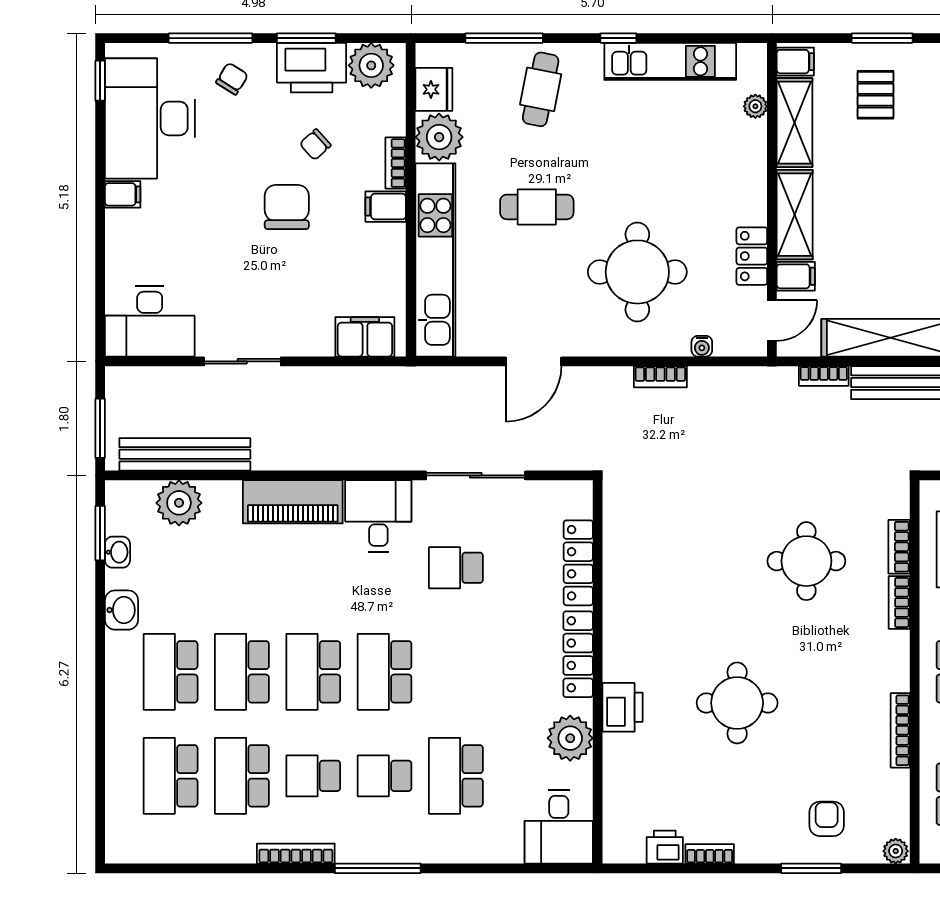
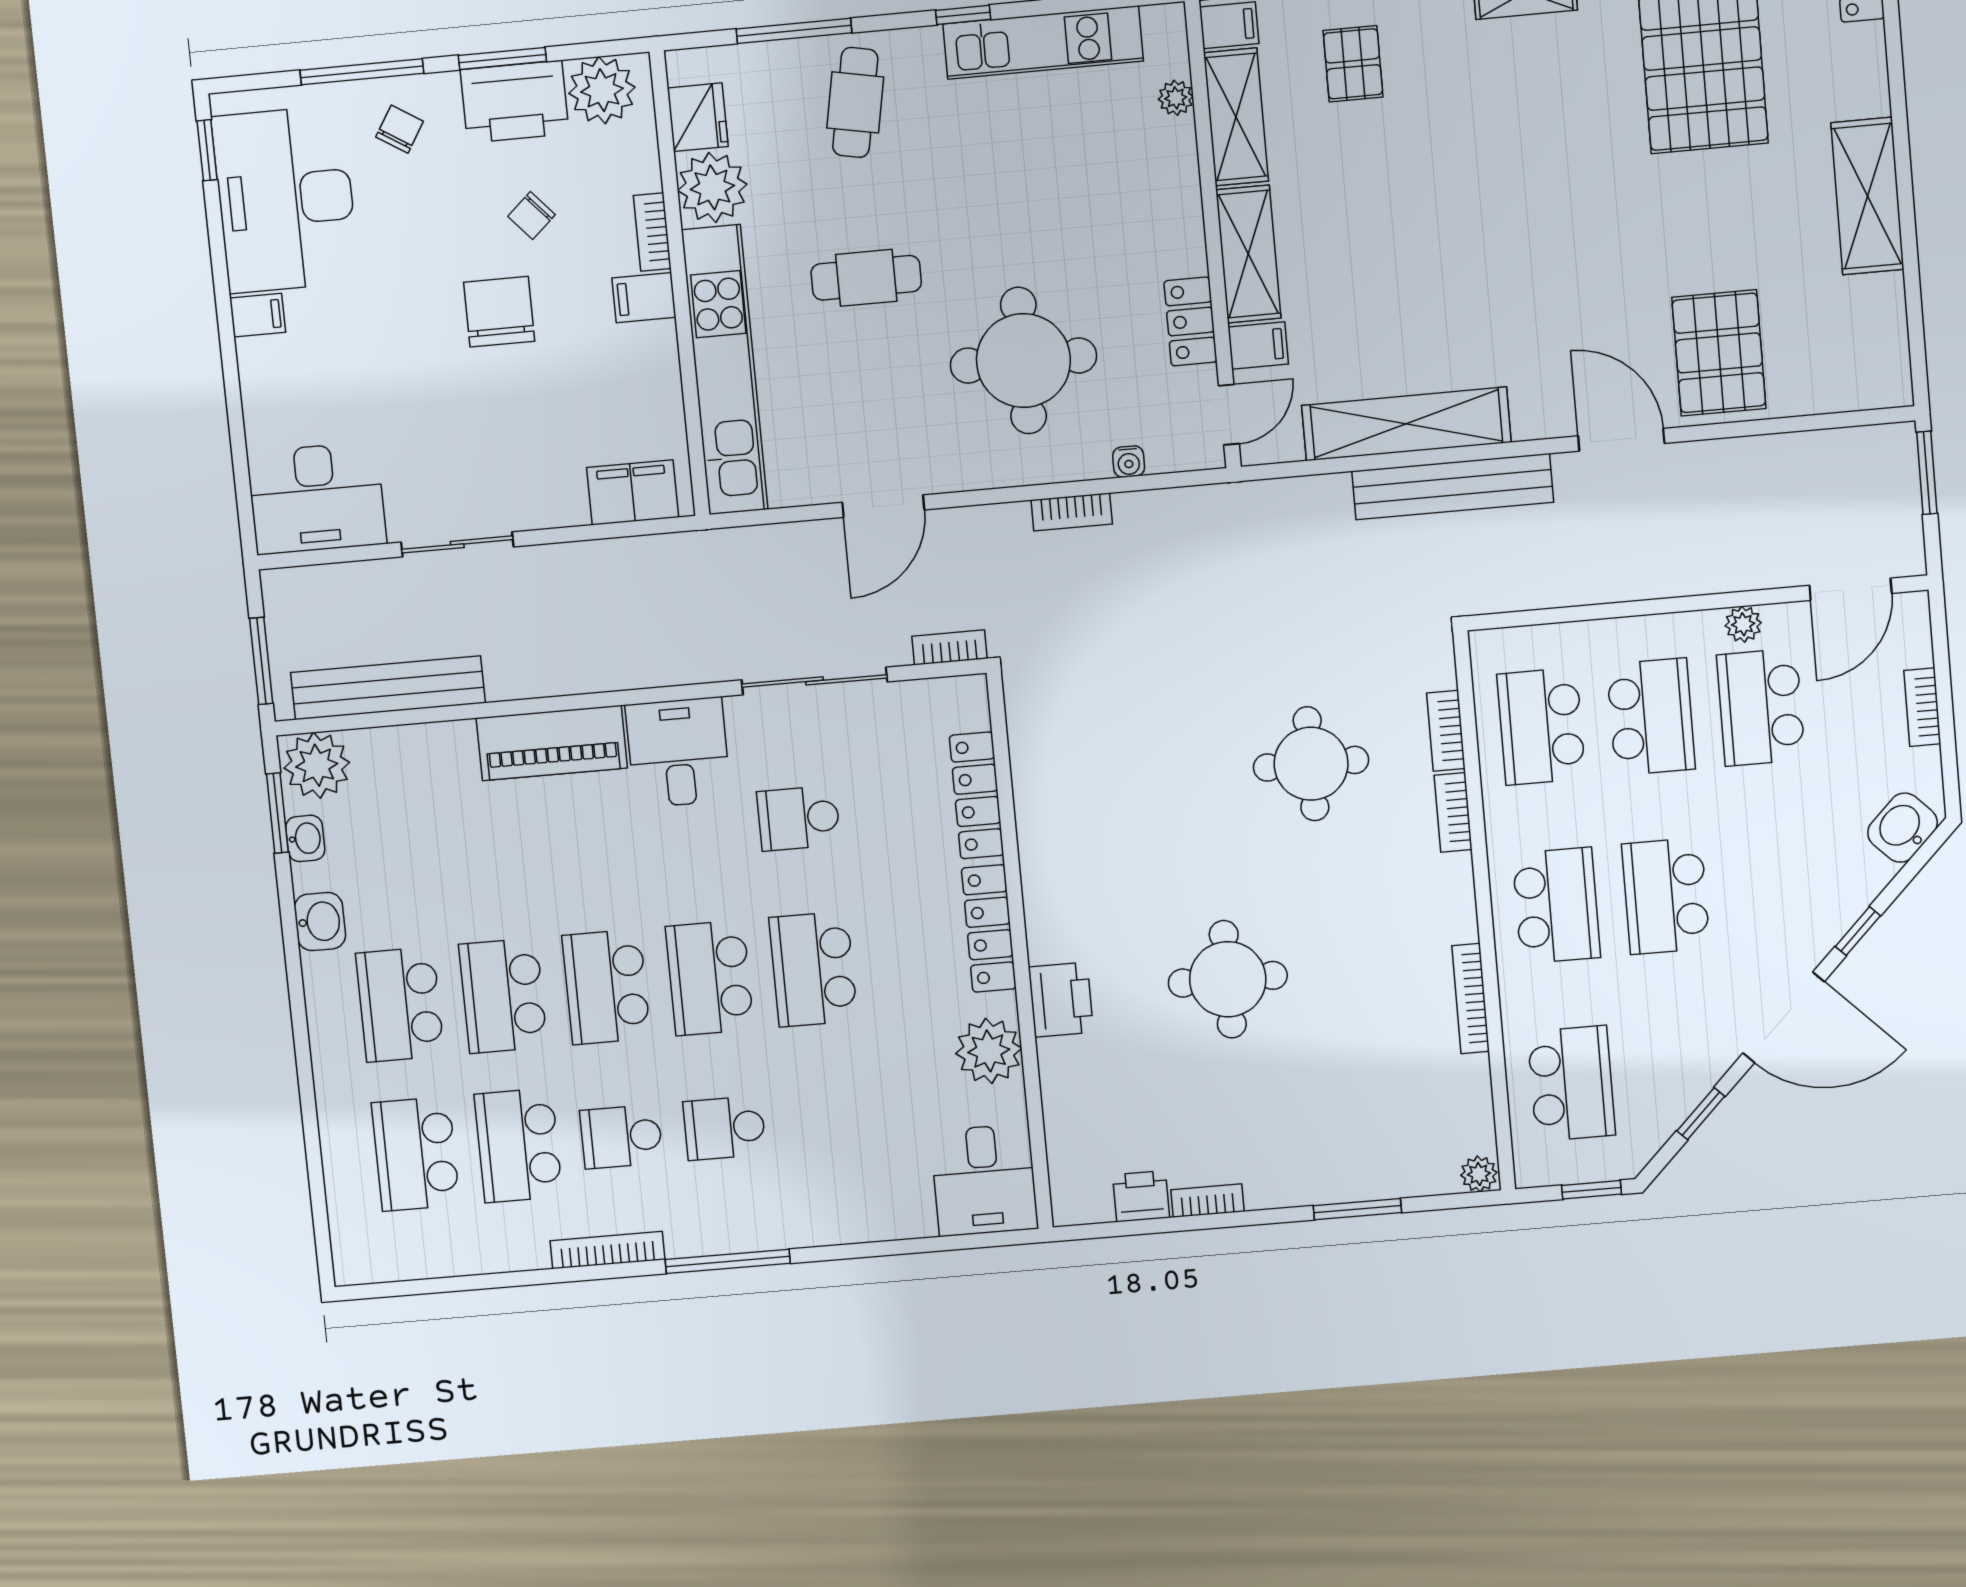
bookcase: (824, 376) -> (949, 647), moved, turned 180
plant: (179, 503) -> (317, 765), moved
school desk: (456, 776) -> (813, 969), moved
armchair: (827, 819) -> (1374, 1136), removed

